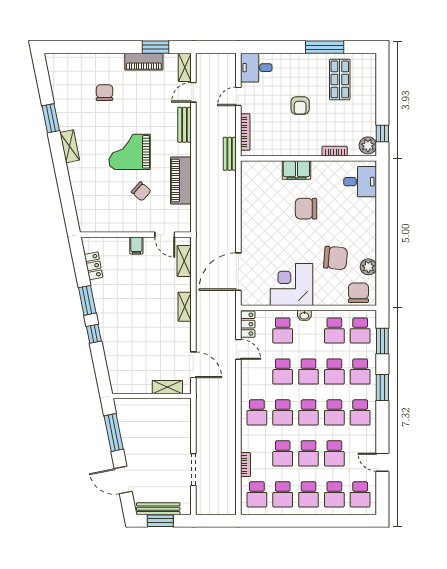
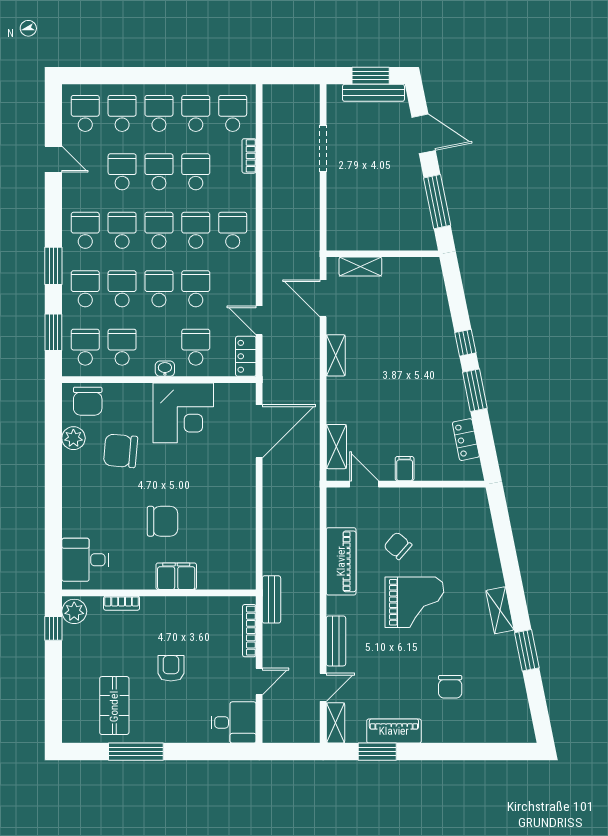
shelving: (185, 307) -> (336, 355), moved

